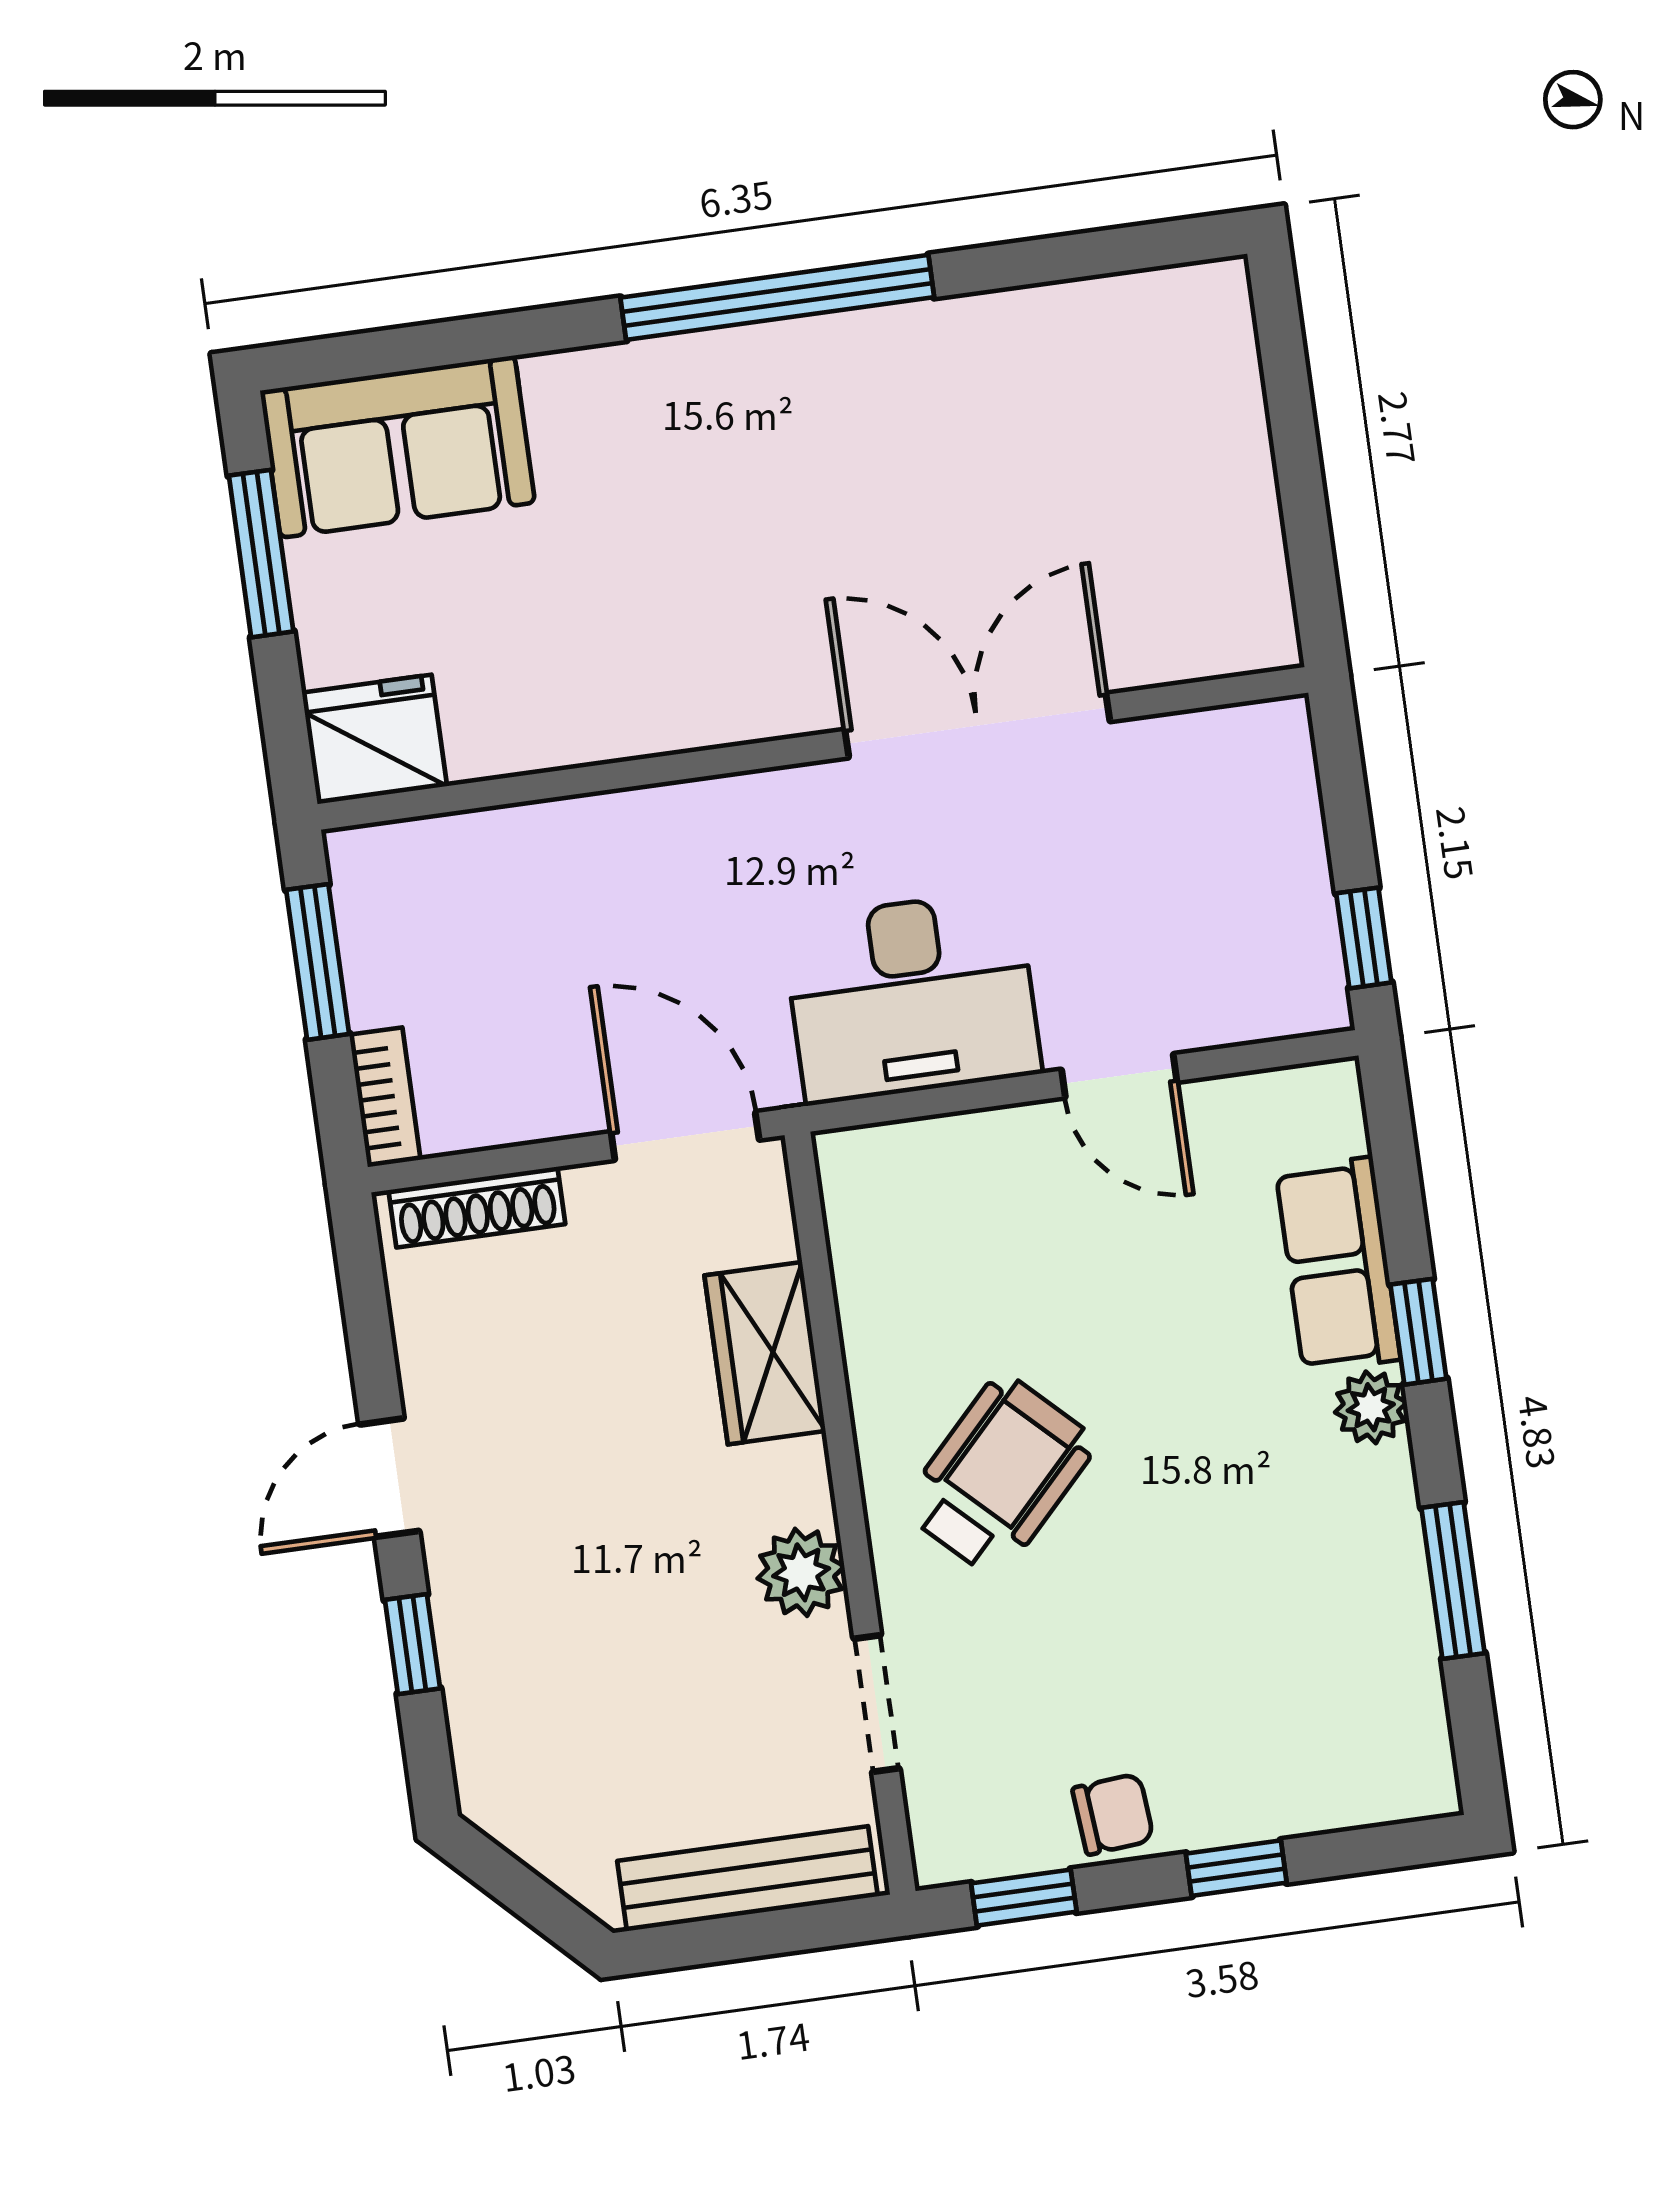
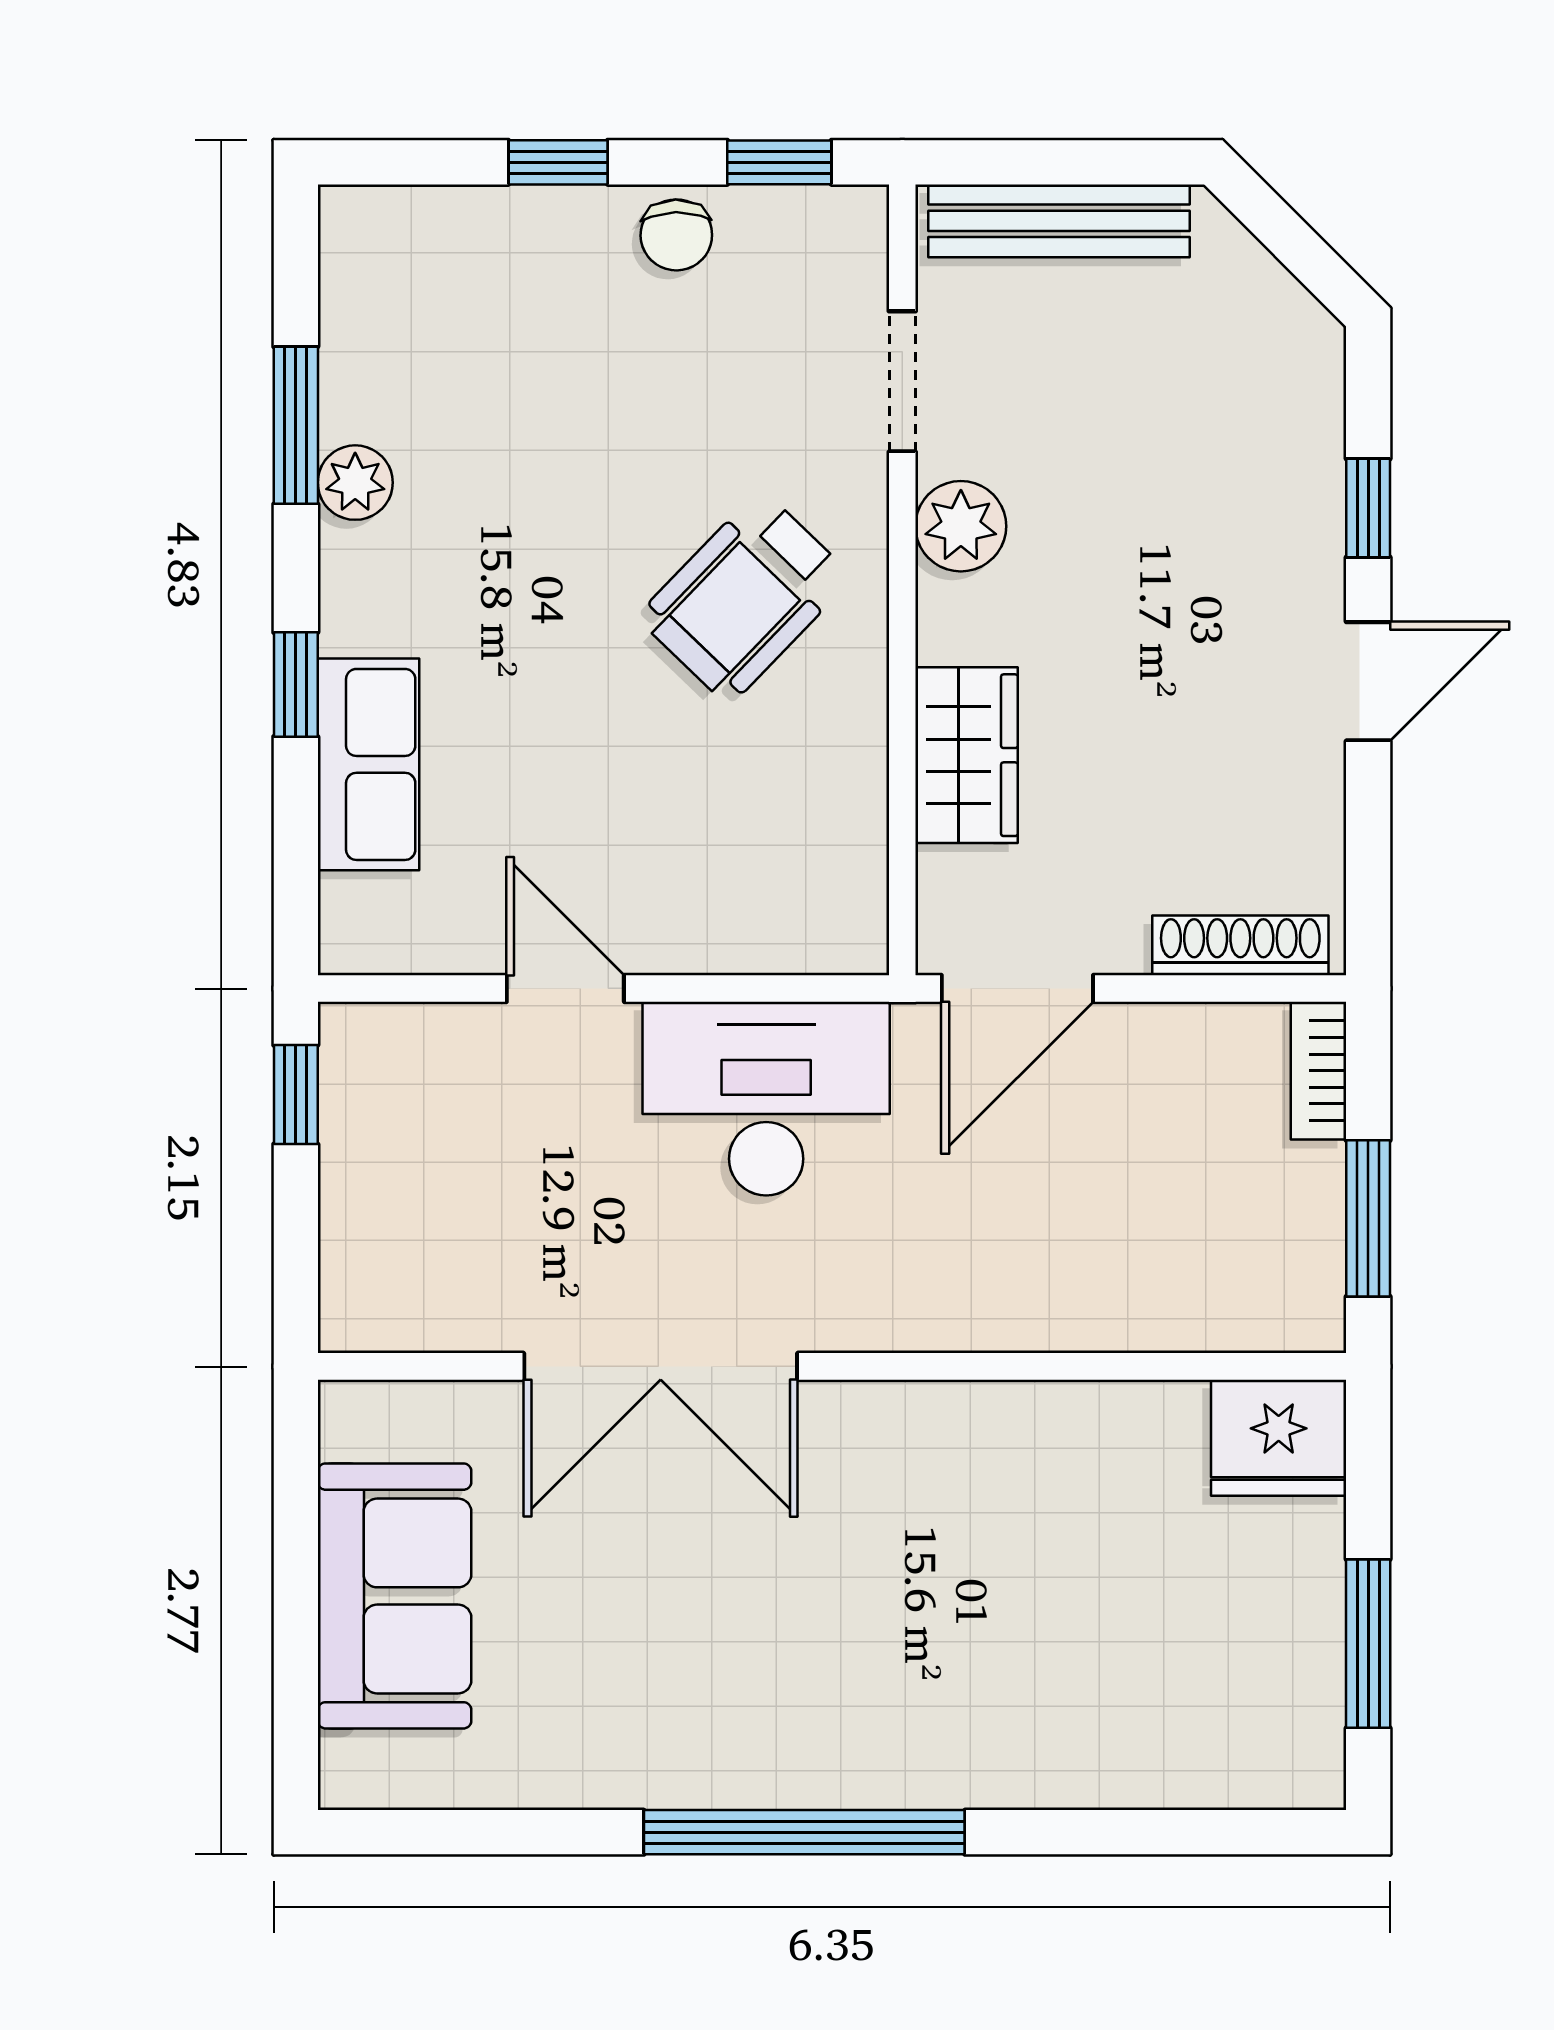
sofa: (398, 447) -> (394, 1596), moved, turned 90
door: (685, 1136) -> (1017, 988), hinge flipped
plant: (1371, 1407) -> (355, 483), moved
chair: (1113, 1814) -> (676, 235), turned -86

